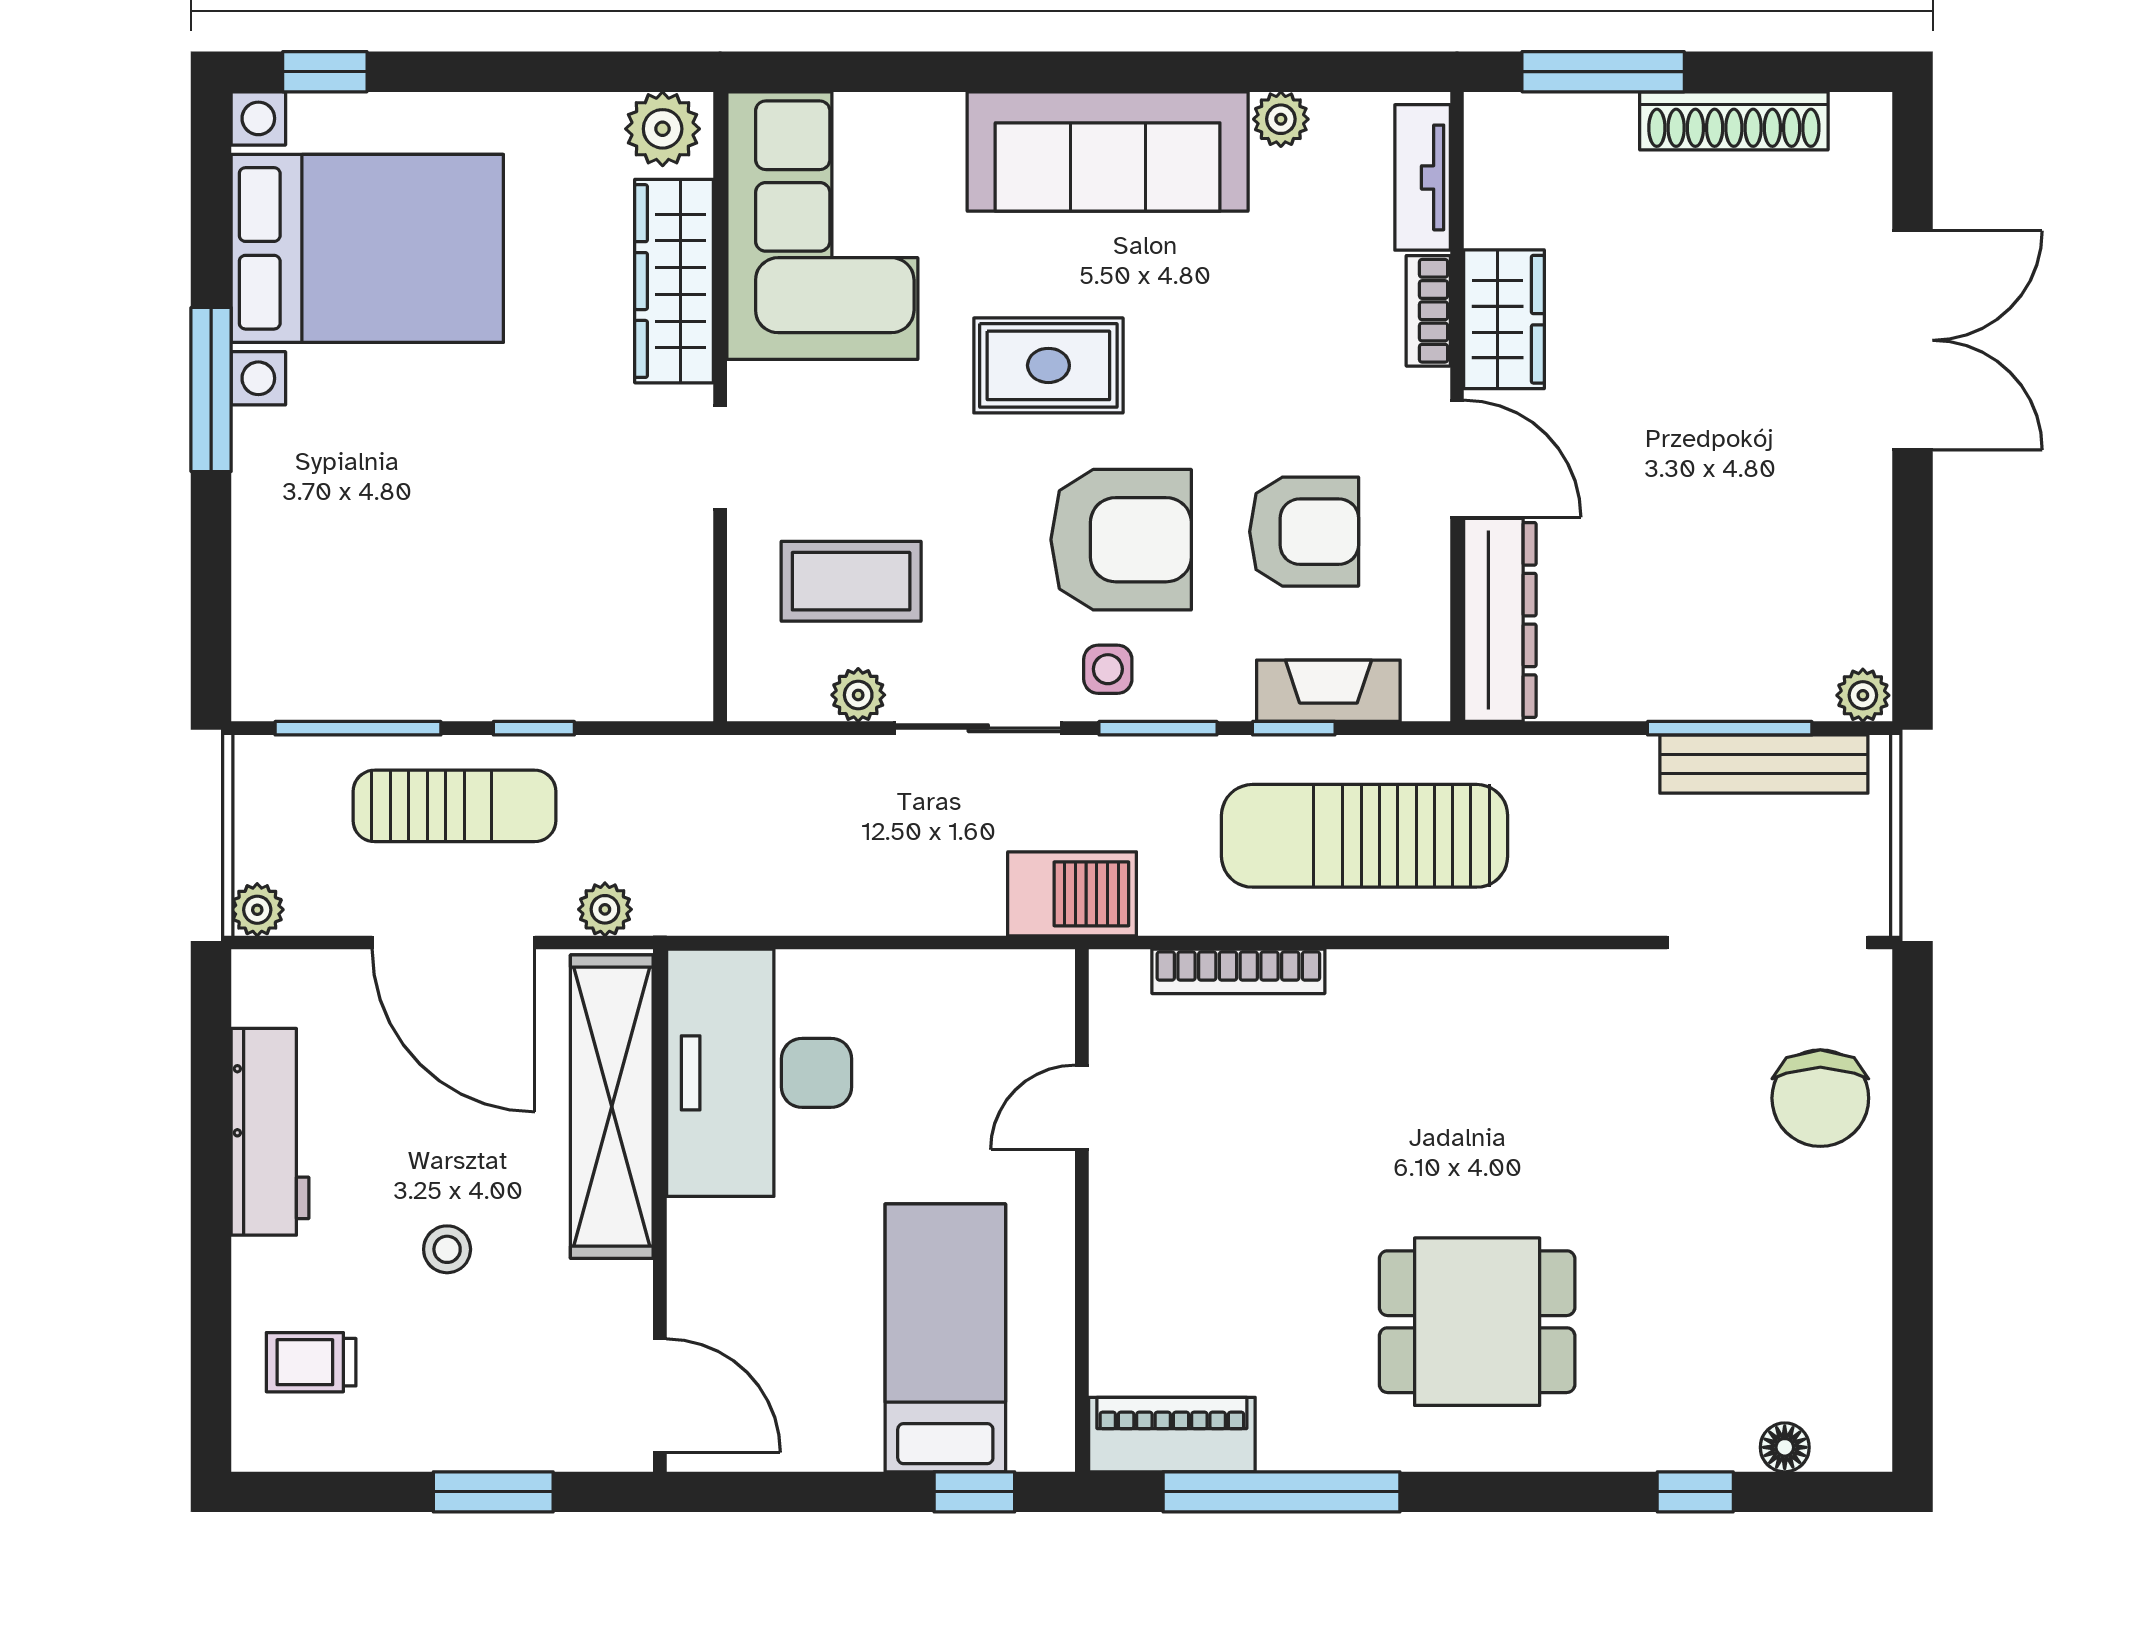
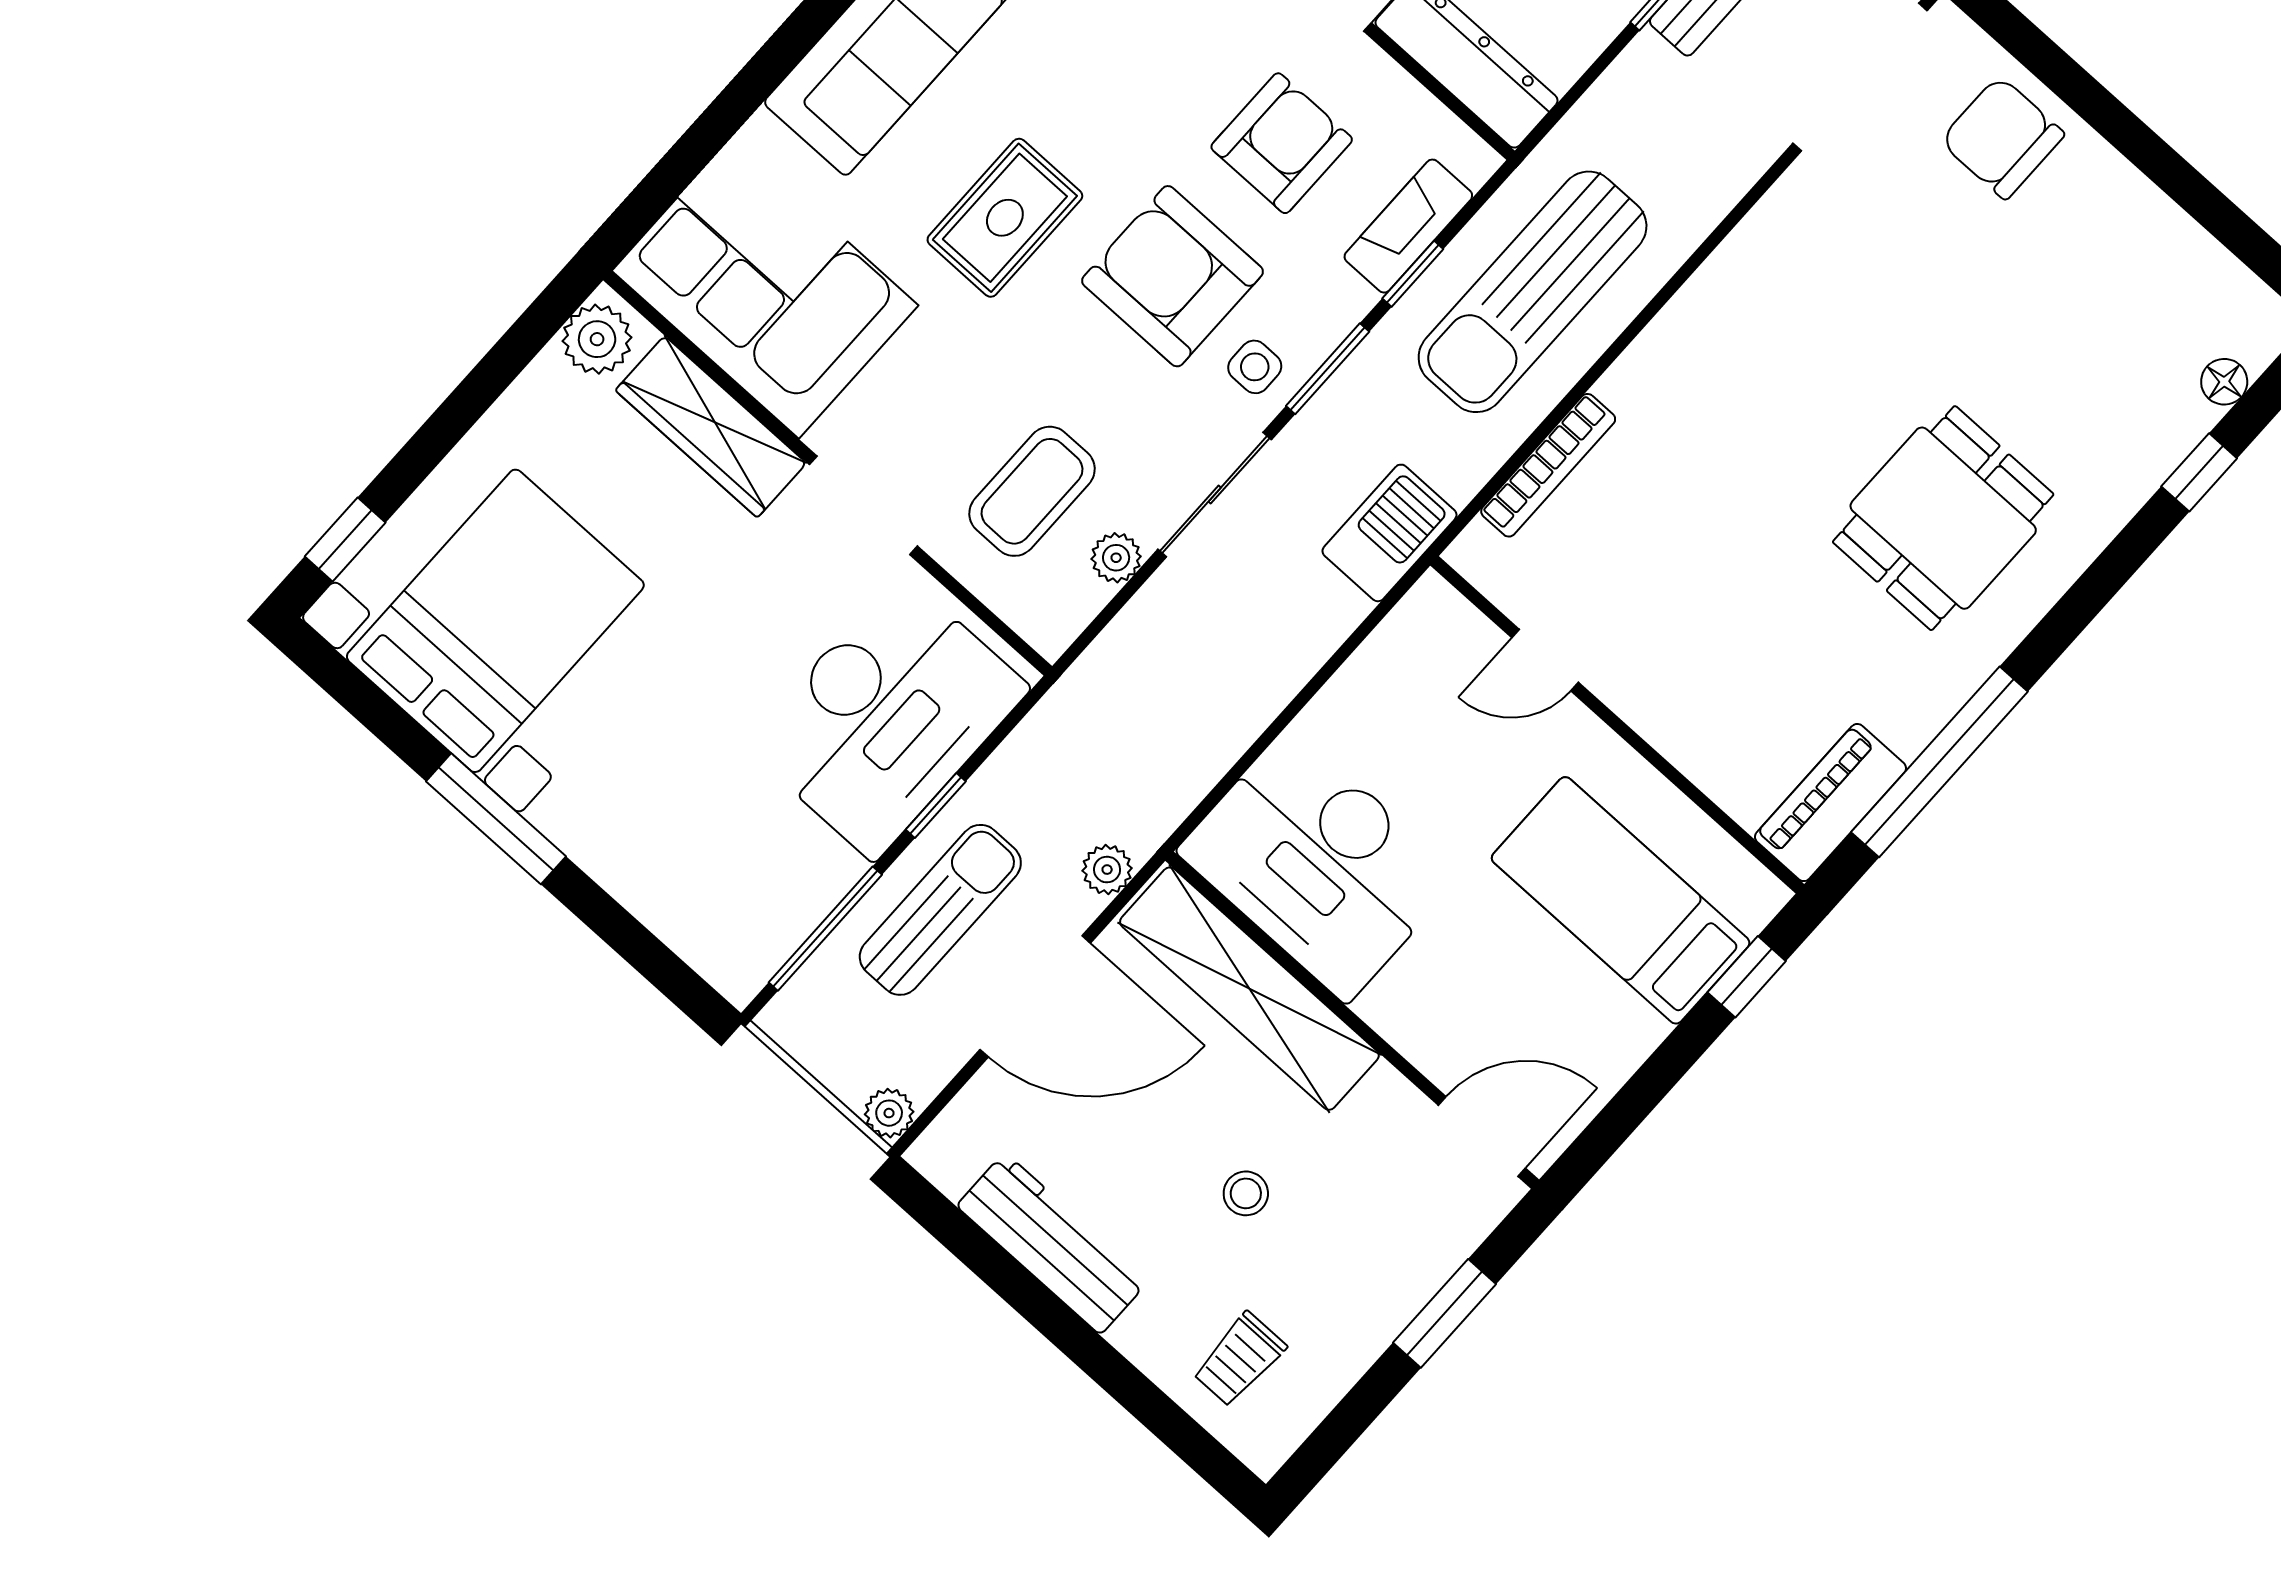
doorway: (720, 458) -> (863, 505), width x1.38
armchair: (1121, 540) -> (1173, 276), turned -90
desk: (569, 627) -> (887, 717), added
chair: (1820, 1098) -> (2002, 138), turned 180
door: (1082, 1107) -> (1545, 660), hinge flipped

